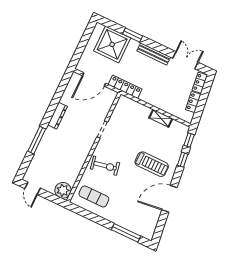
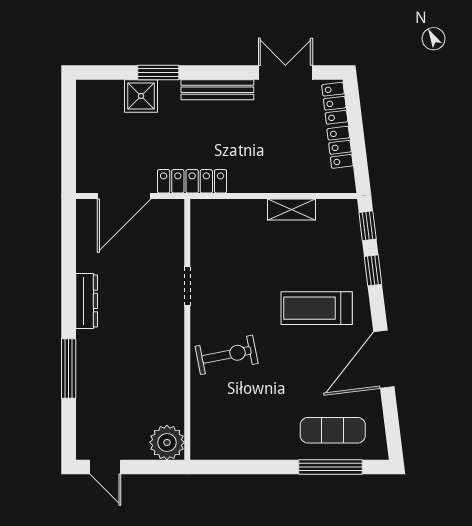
shower: (112, 44) -> (141, 96), width x0.54, depth x0.54
treadmill: (152, 164) -> (317, 308), turned 180
exercise mat: (94, 196) -> (333, 430), moved

